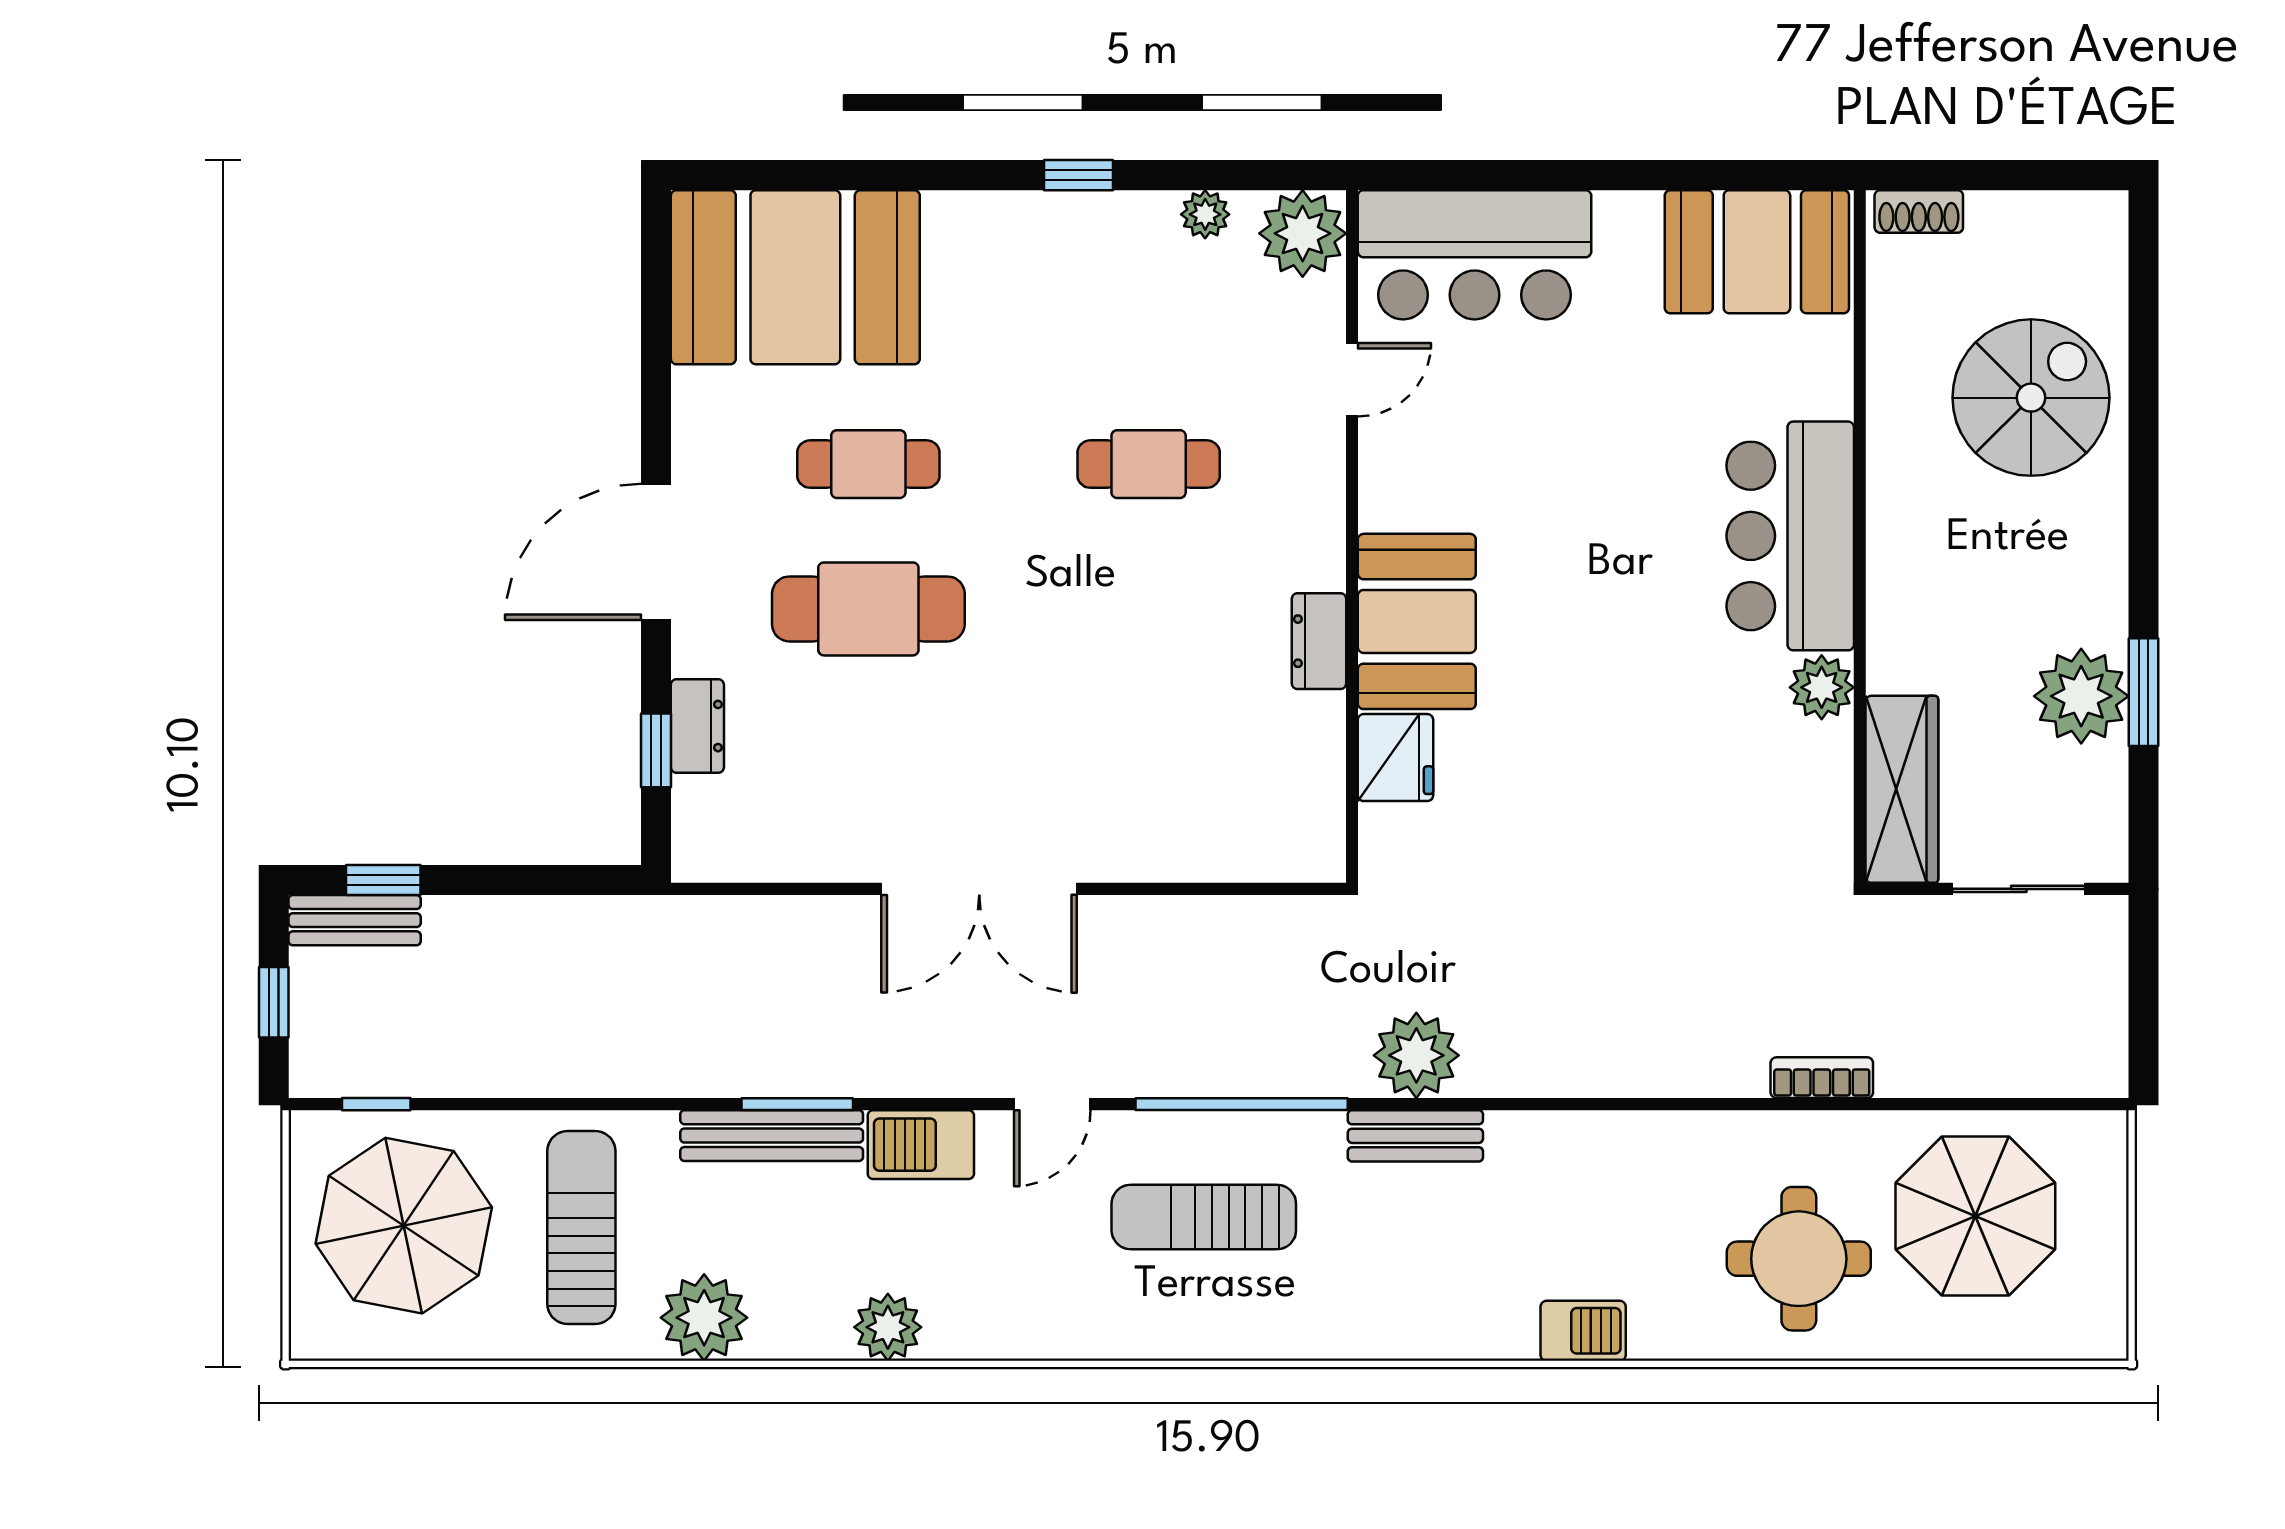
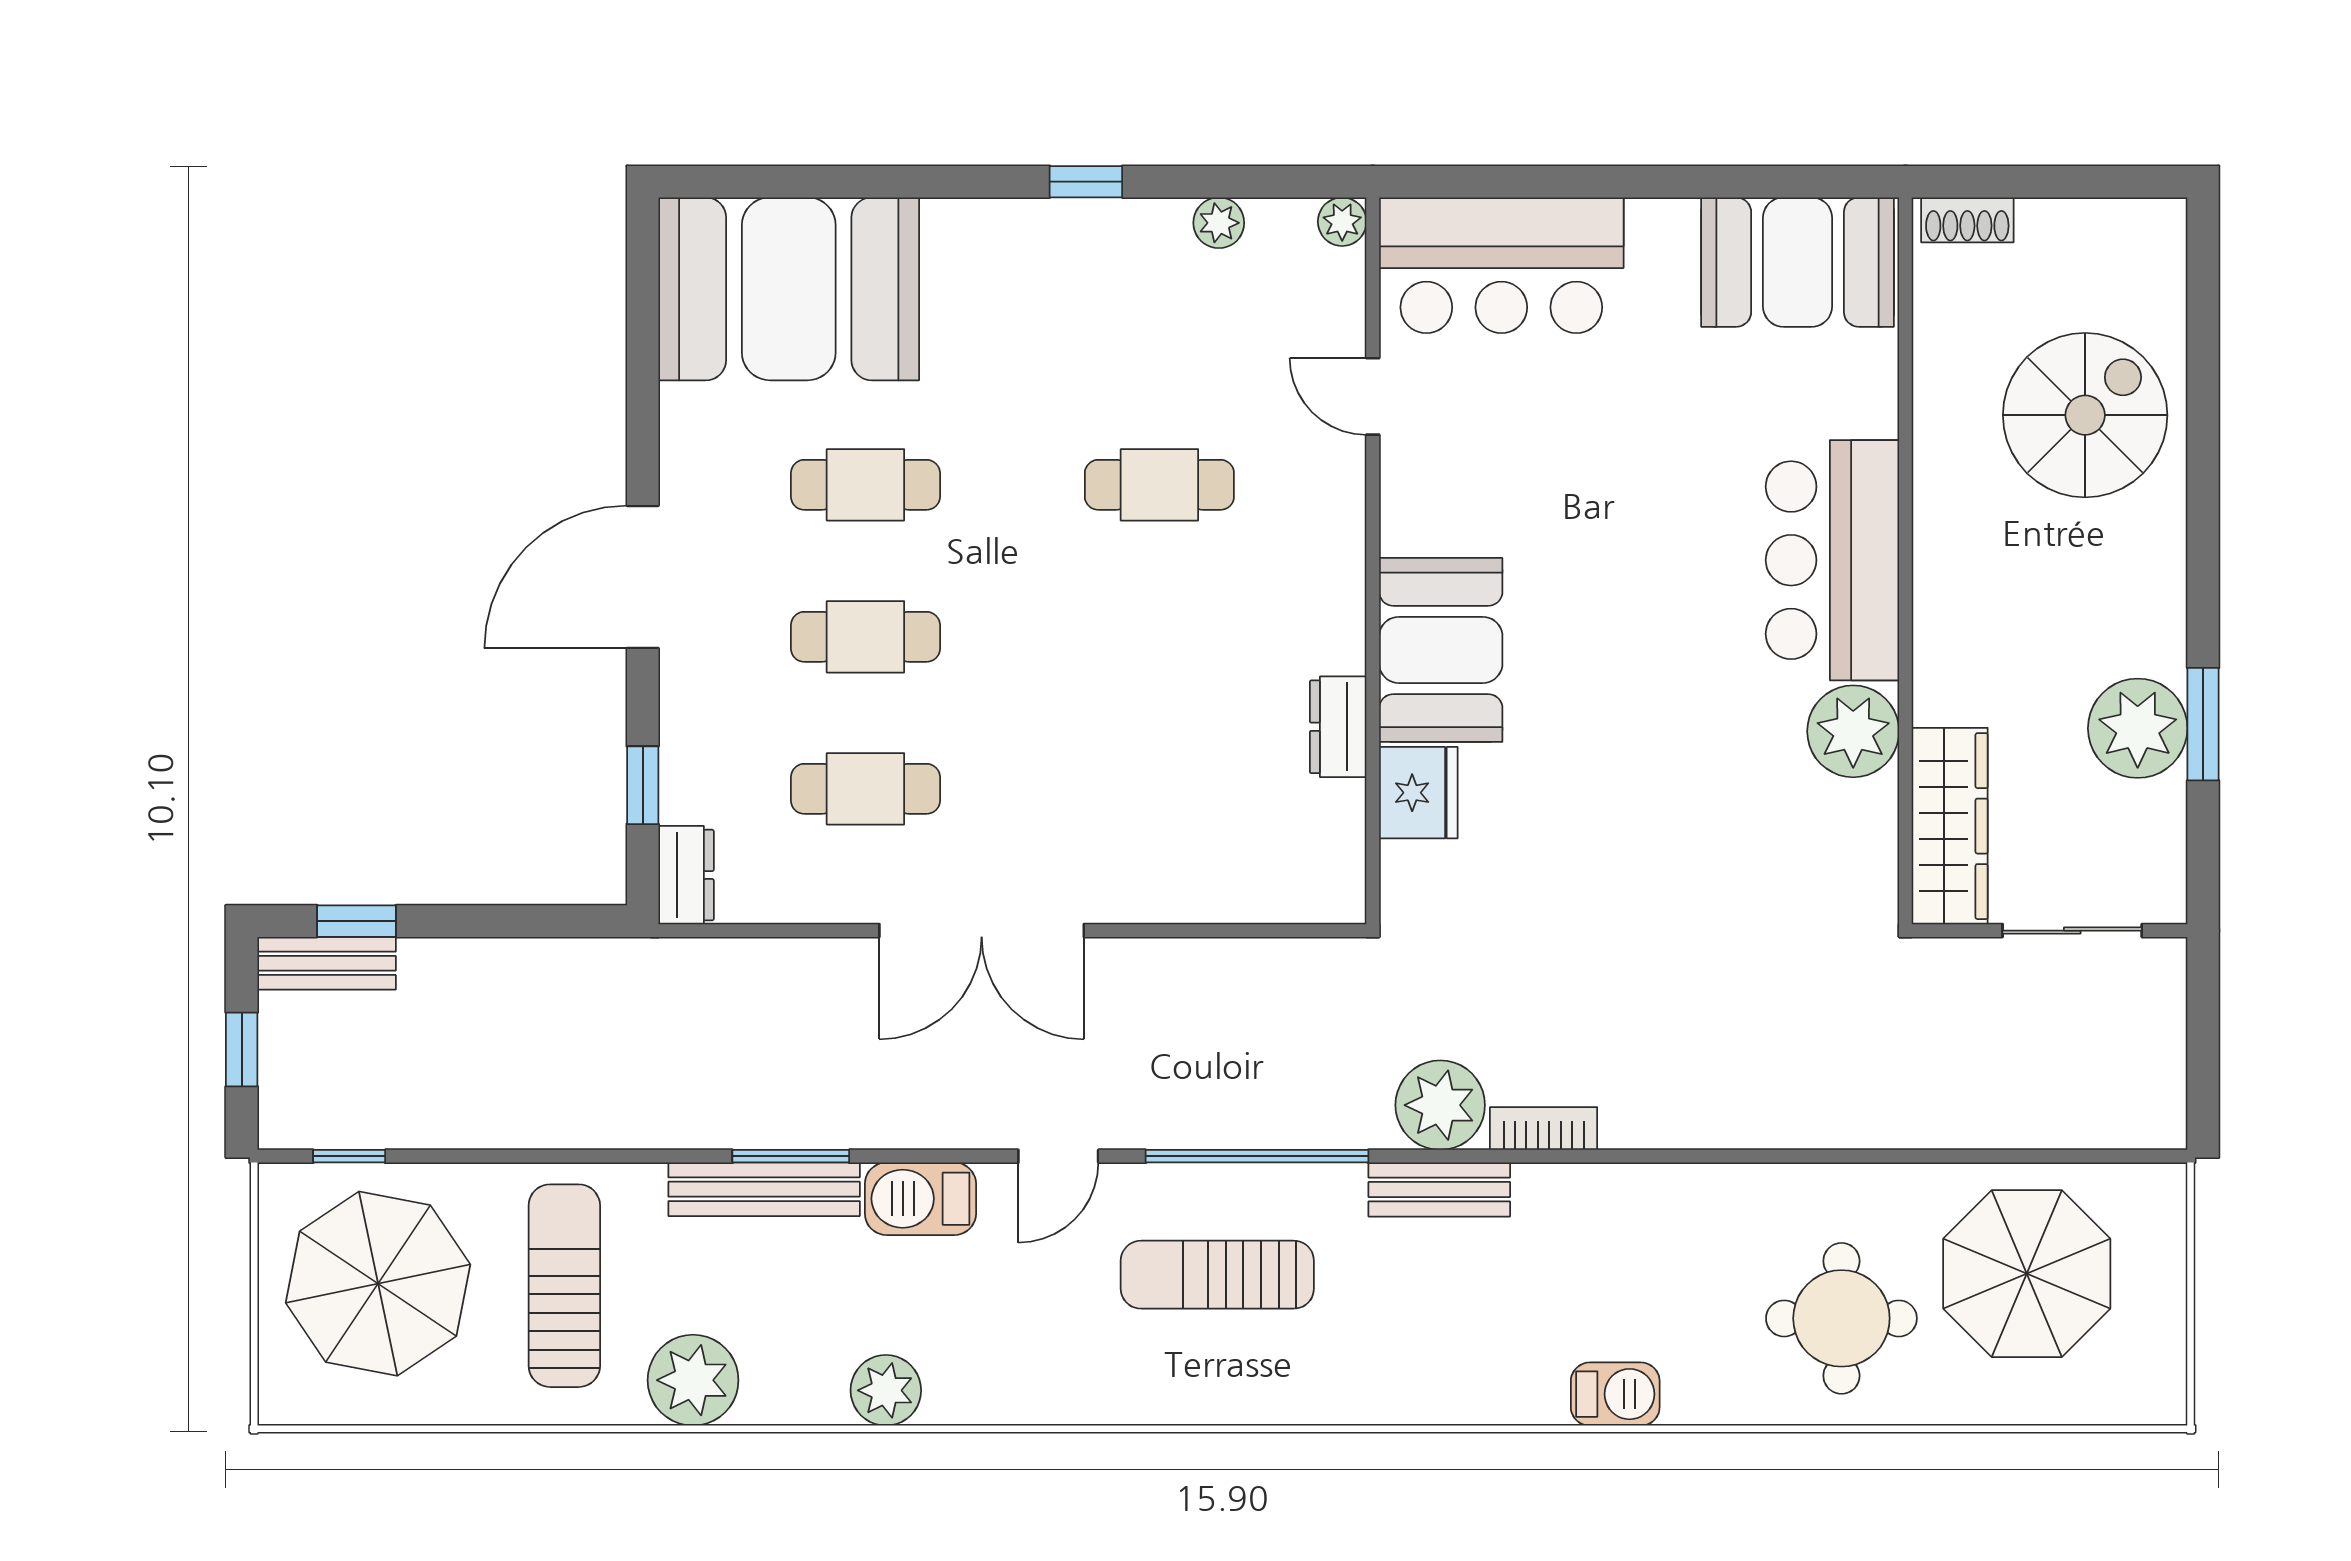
plant: (1303, 233) -> (1342, 222), width x0.53, depth x0.53
door: (1352, 380) -> (1373, 396), swing flipped
cafe table: (868, 609) -> (865, 637), width x0.73, depth x0.74
dresser: (1319, 641) -> (1338, 727), moved
plant: (1822, 687) -> (1853, 731), width x1.36, depth x1.36
dresser: (697, 726) -> (686, 875), moved
cafe table: (868, 754) -> (865, 789), added
bookcase: (1822, 1078) -> (1544, 1128), moved

